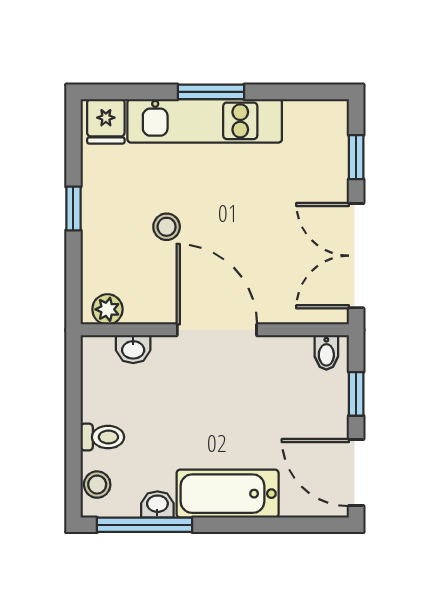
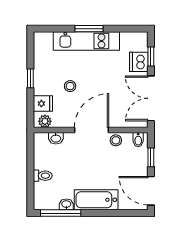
fridge: (106, 121) -> (43, 104), moved, turned -90
dishwasher: (327, 170) -> (139, 62), added
door: (217, 330) -> (92, 130), hinge flipped
stool: (97, 485) -> (116, 140), moved

